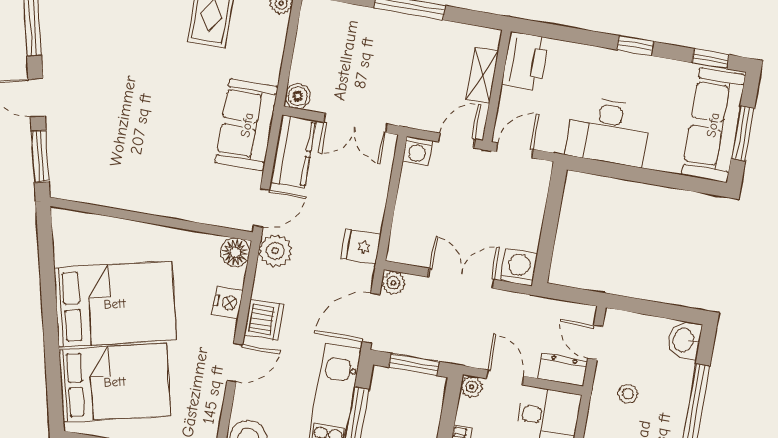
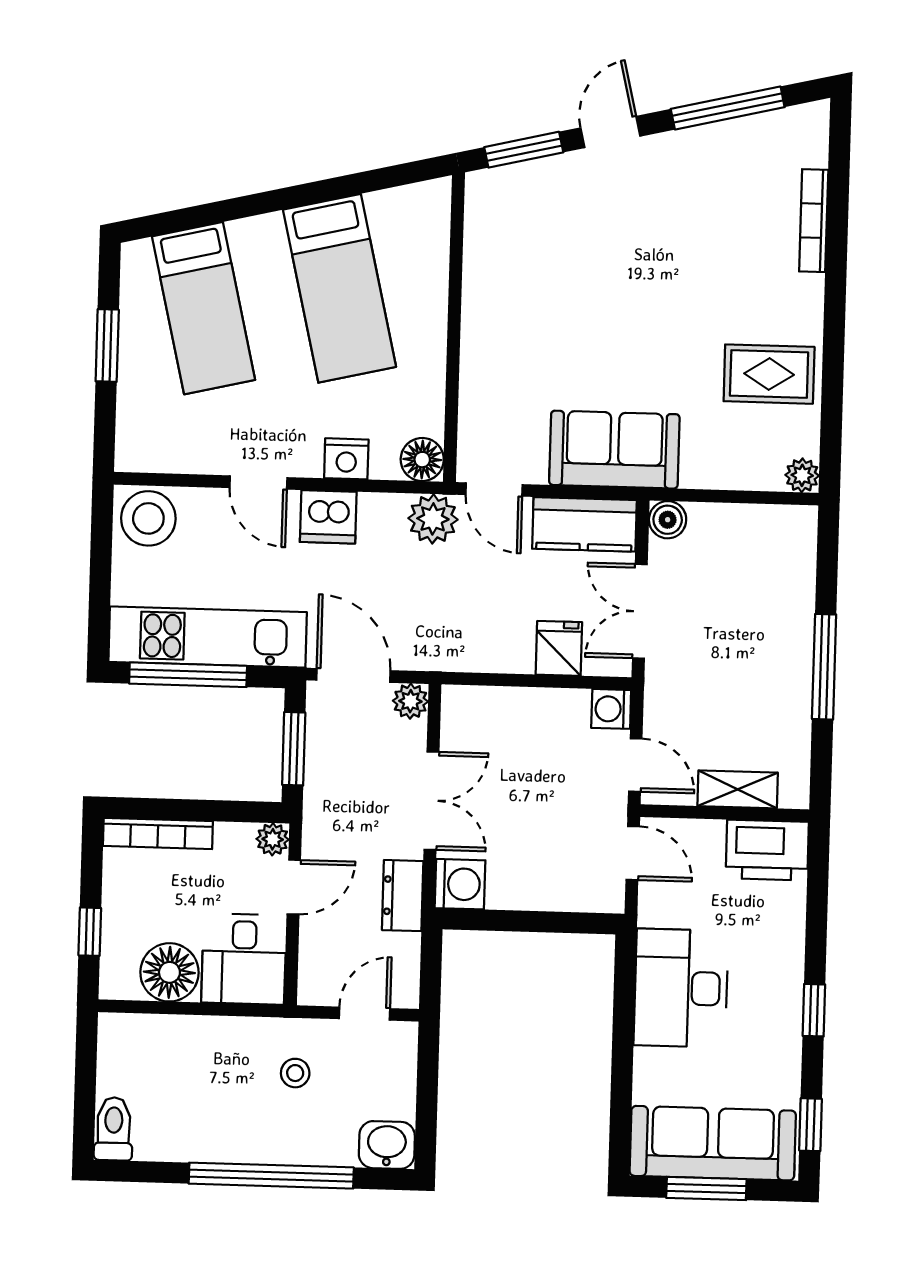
fridge: (361, 247) -> (559, 648), moved
bed: (115, 304) -> (340, 288), width x0.67
dresser: (563, 370) -> (403, 896), moved, turned 180
bed: (115, 382) -> (204, 308), width x0.67

